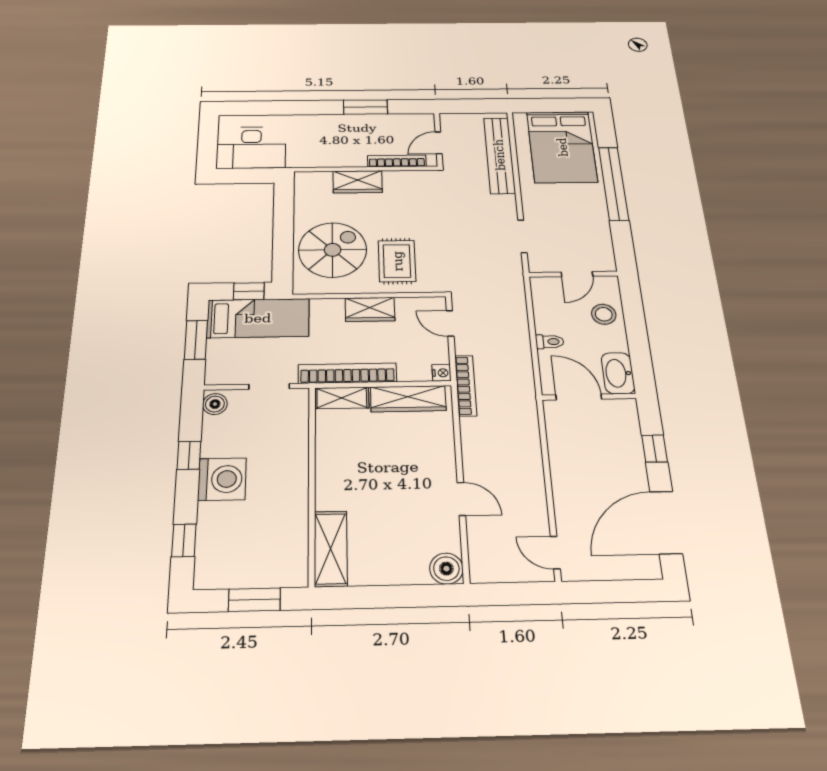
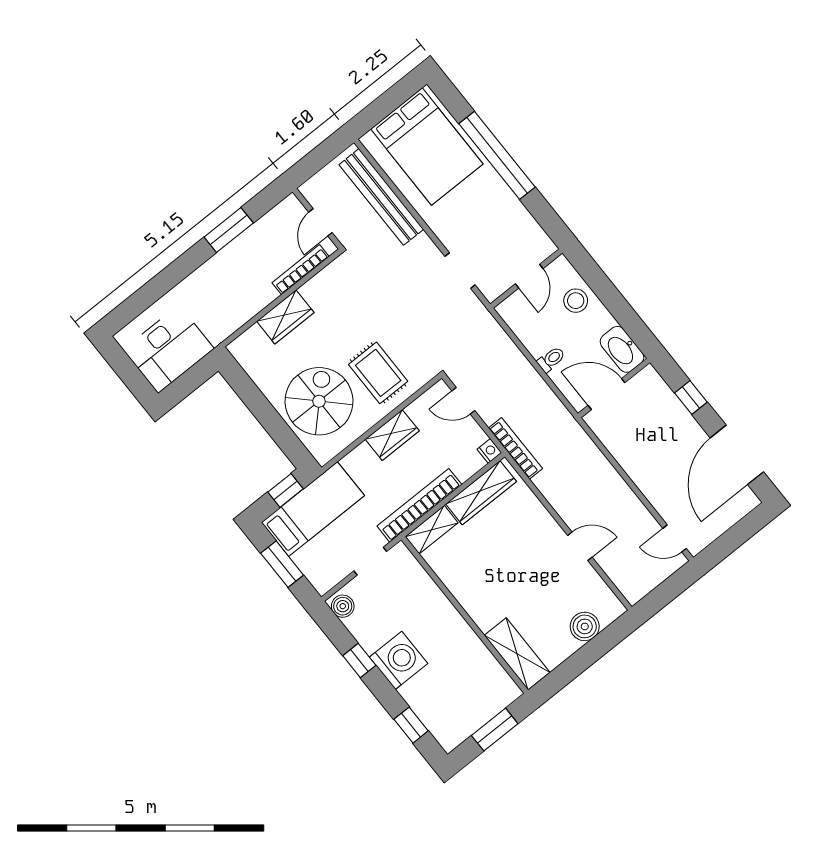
boiler: (446, 569) -> (585, 626), moved

